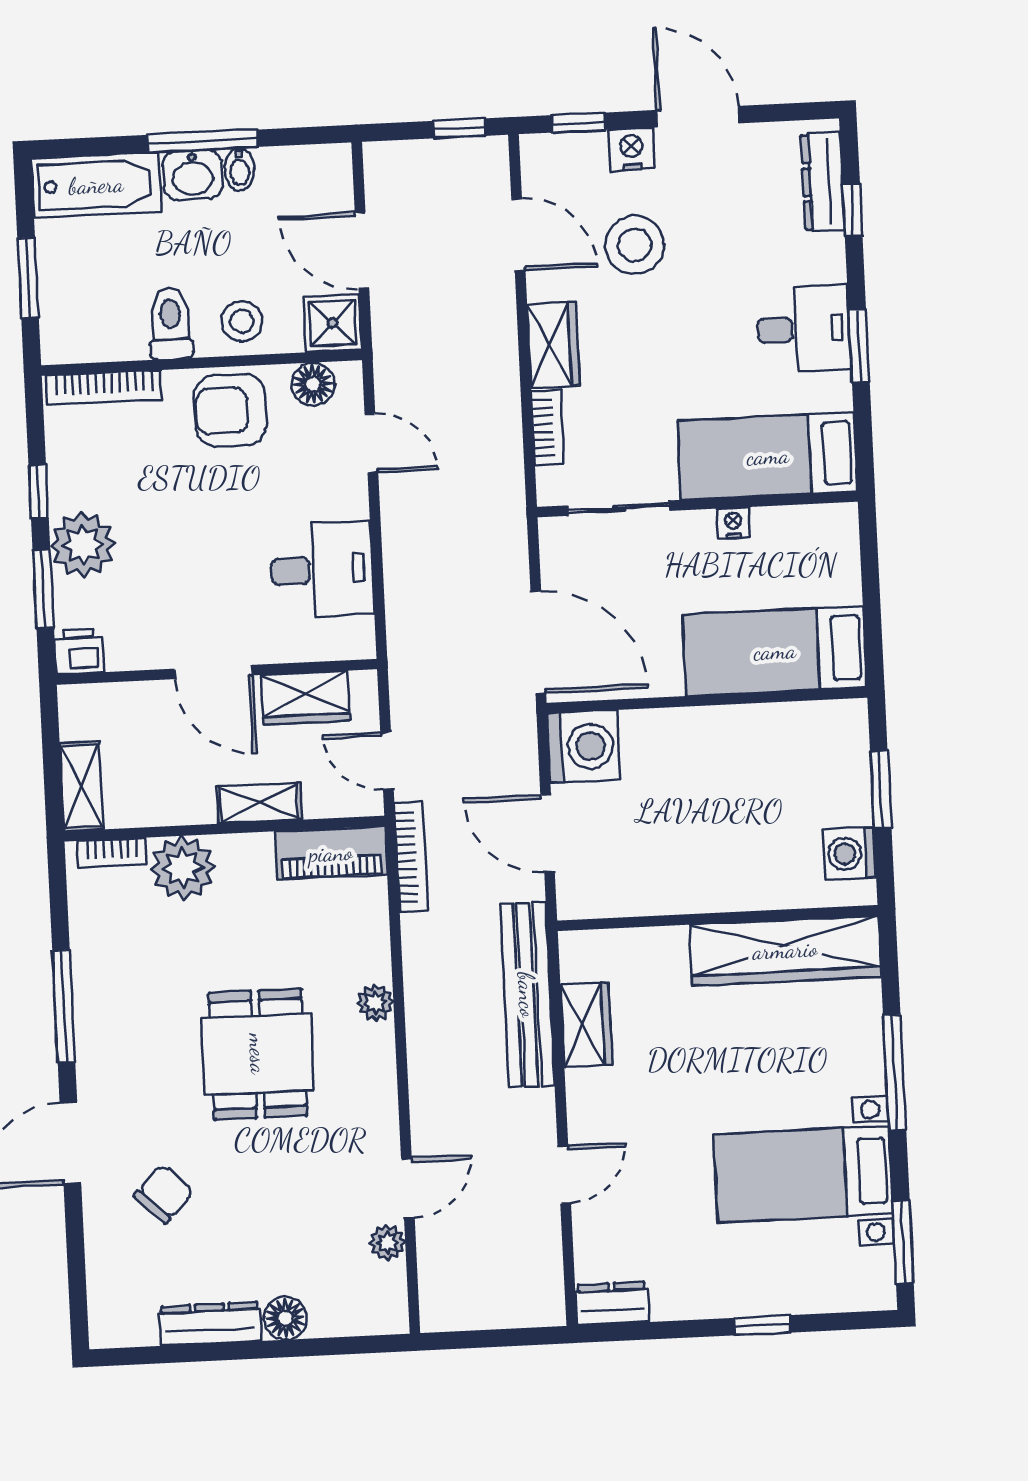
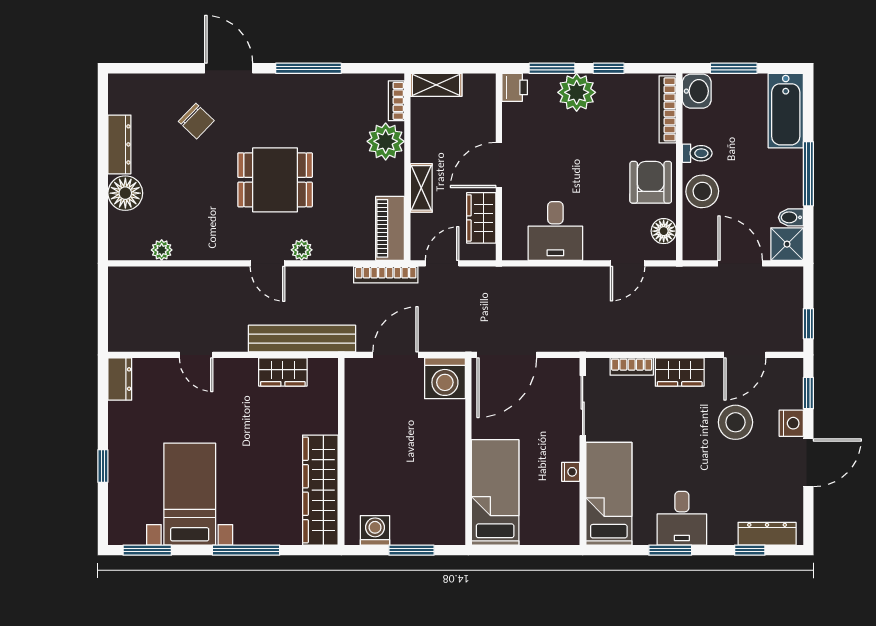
bidet: (240, 169) -> (791, 217), moved
washbasin: (193, 175) -> (697, 91), moved, turned 180
door: (362, 250) -> (740, 263), hinge flipped
stool: (242, 321) -> (702, 191), width x1.38, depth x1.38
shower: (332, 323) -> (787, 244), moved
toilet: (170, 324) -> (697, 153), width x0.73, depth x0.72
door: (408, 1188) -> (268, 263), moved
floor lamp: (285, 1318) -> (125, 193), width x1.38, depth x1.38

